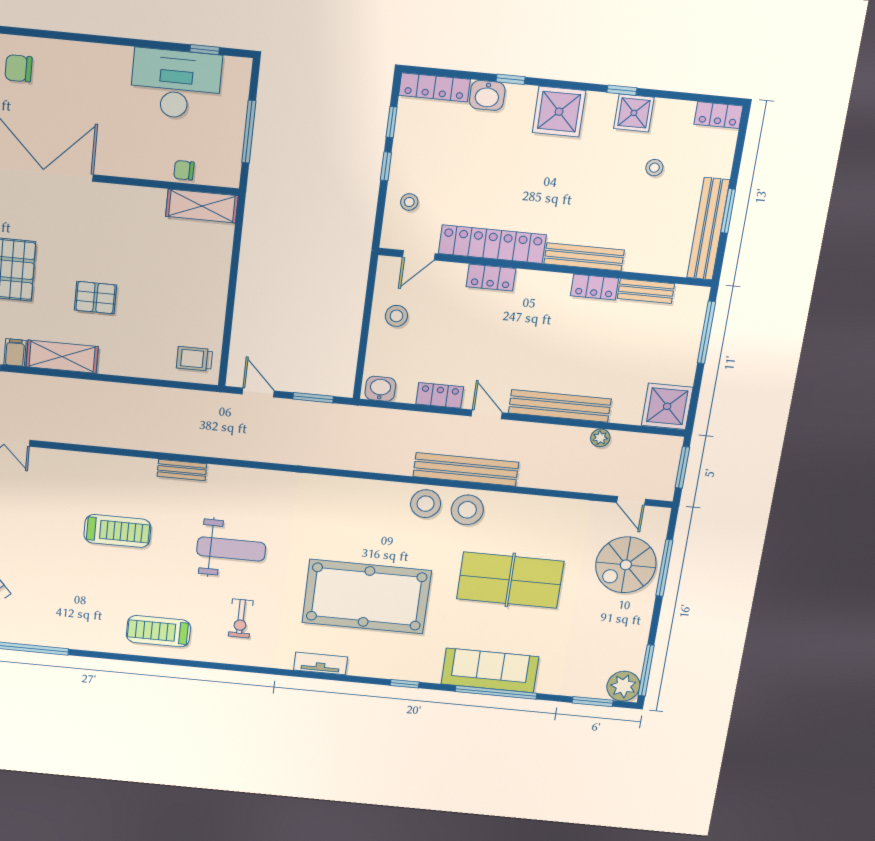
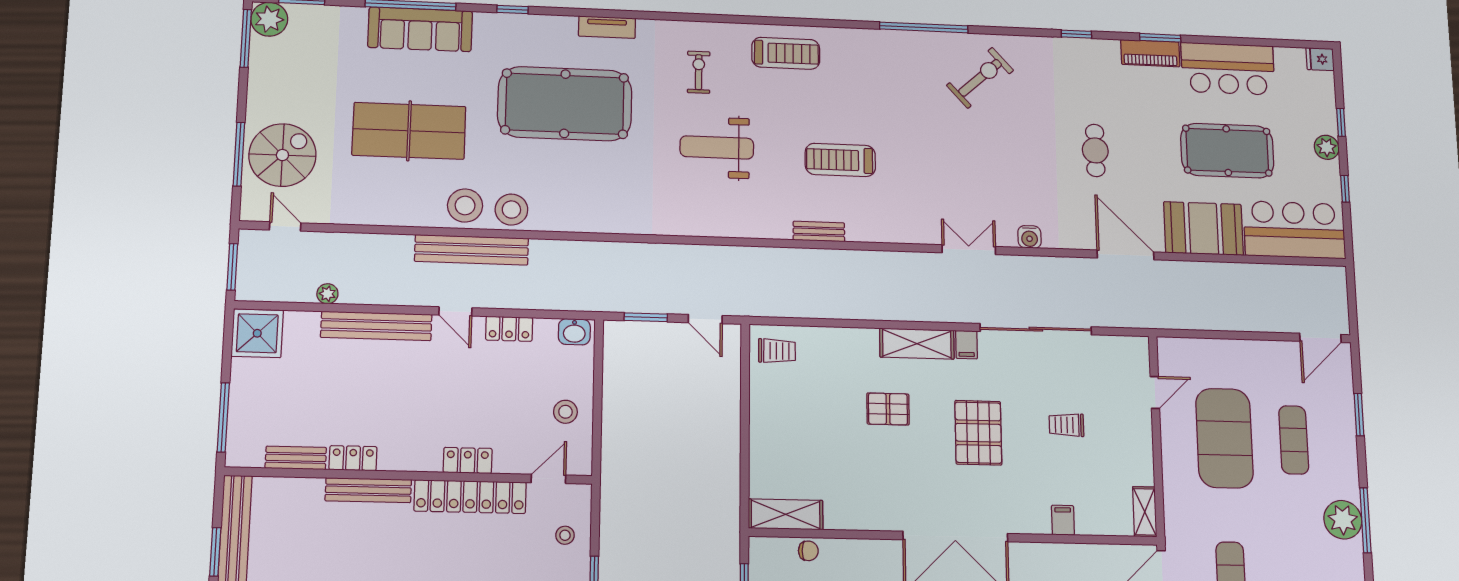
bench: (182, 470) -> (819, 231), moved

